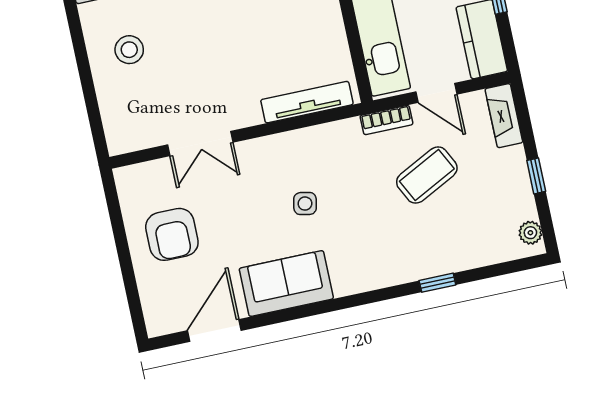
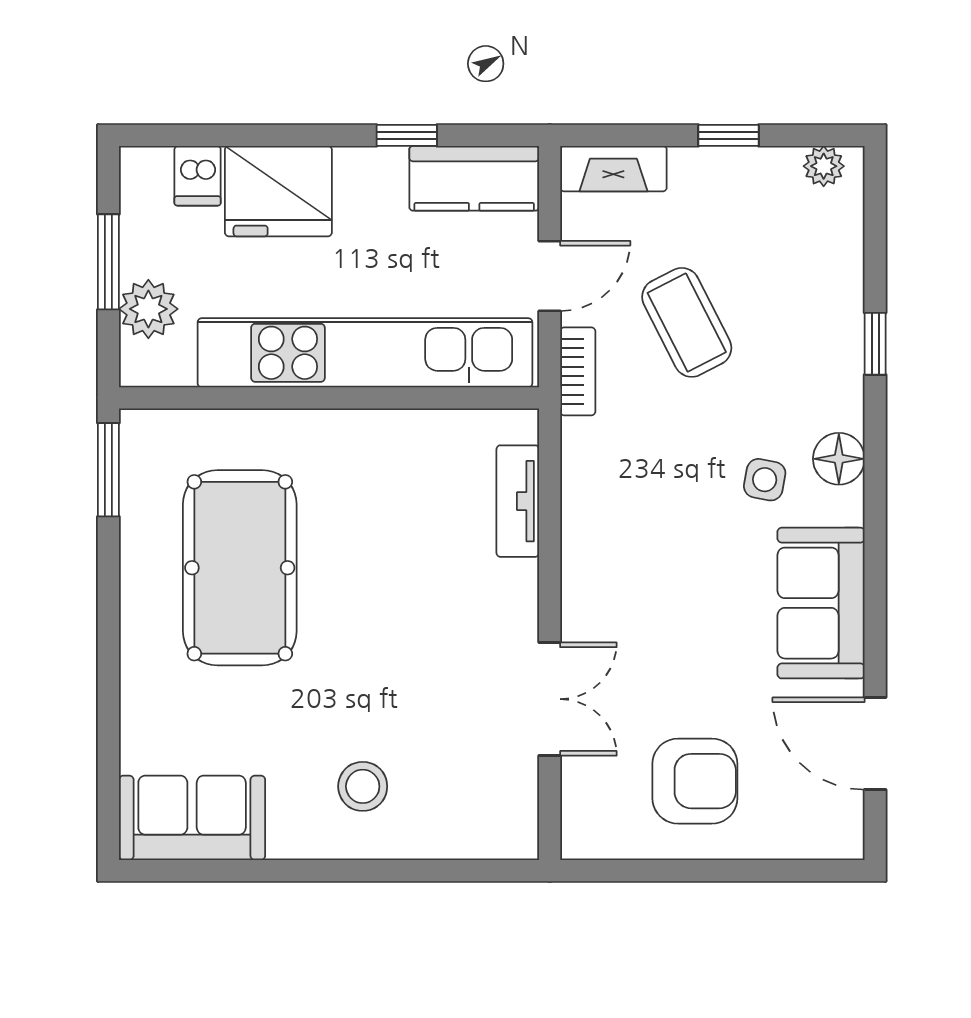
tv unit: (307, 102) -> (518, 501), width x0.71
side table: (305, 204) -> (765, 480), moved
floor lamp: (369, 276) -> (839, 459), added

